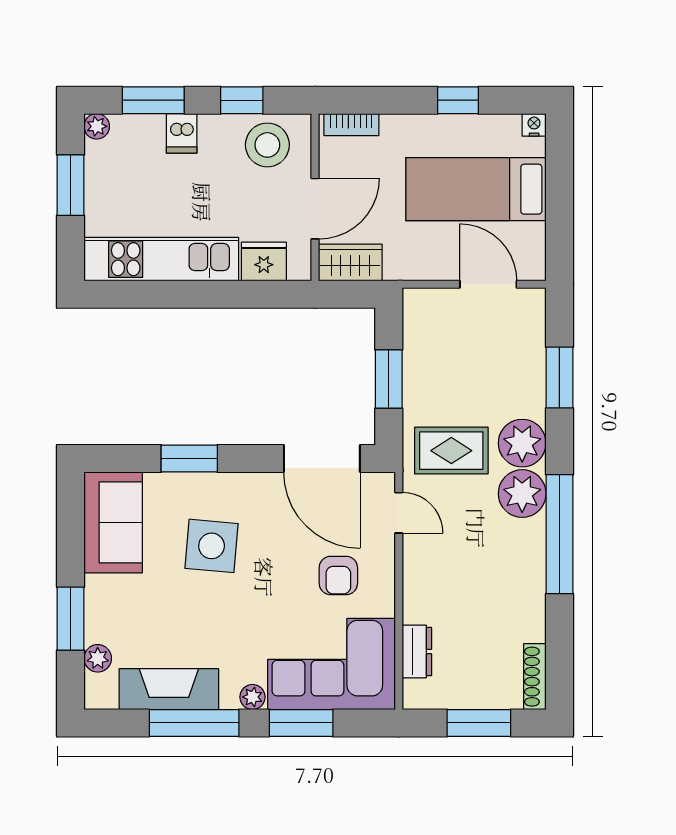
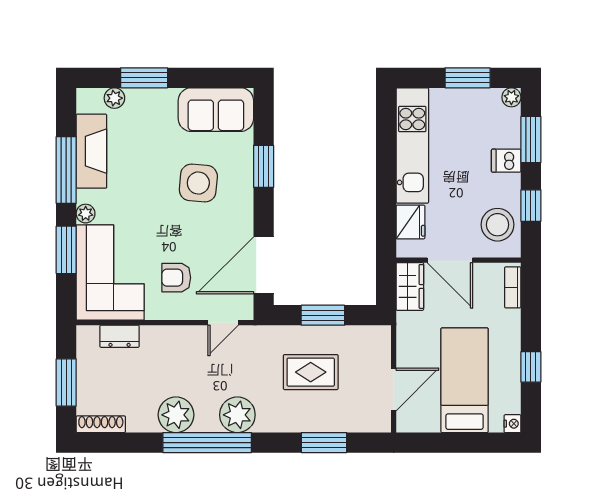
plant: (522, 443) -> (176, 415), moved
rug: (451, 451) -> (311, 372), moved, turned 90

